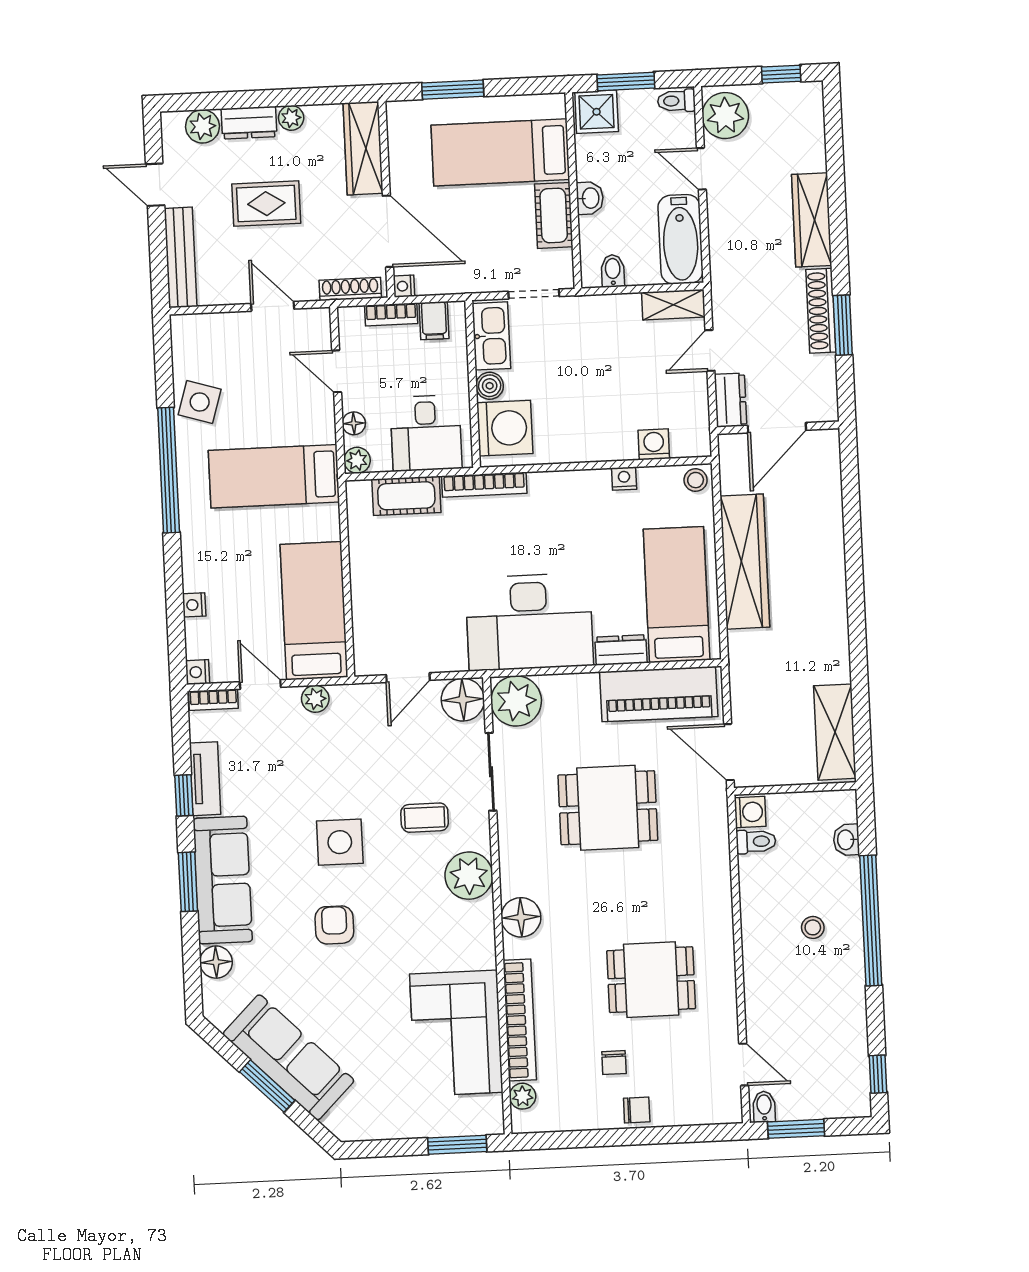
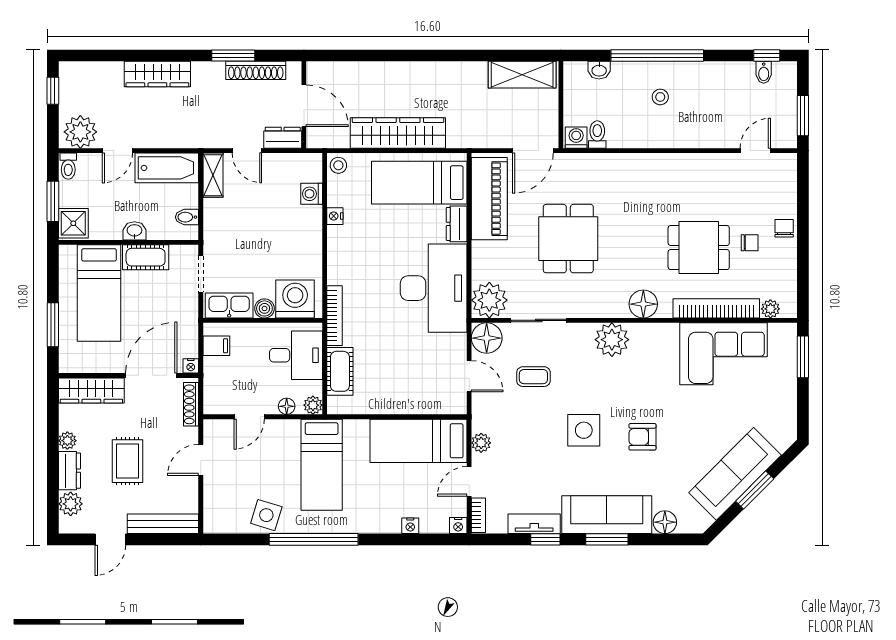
shoe rack: (821, 311) -> (256, 70), moved
bookcase: (391, 314) -> (210, 376), removed
coffee table: (425, 818) -> (533, 377), moved, turned 90
dining table: (651, 980) -> (699, 248), moved, turned 90
bidet: (764, 1107) -> (764, 72), moved, turned -90

